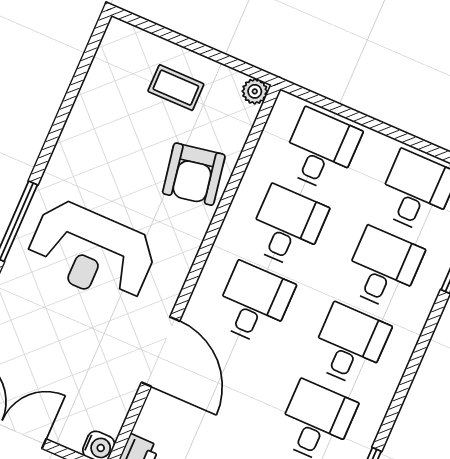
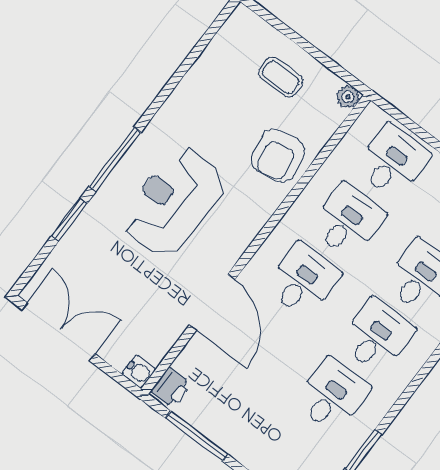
reception desk: (92, 252) -> (174, 202), turned 90

